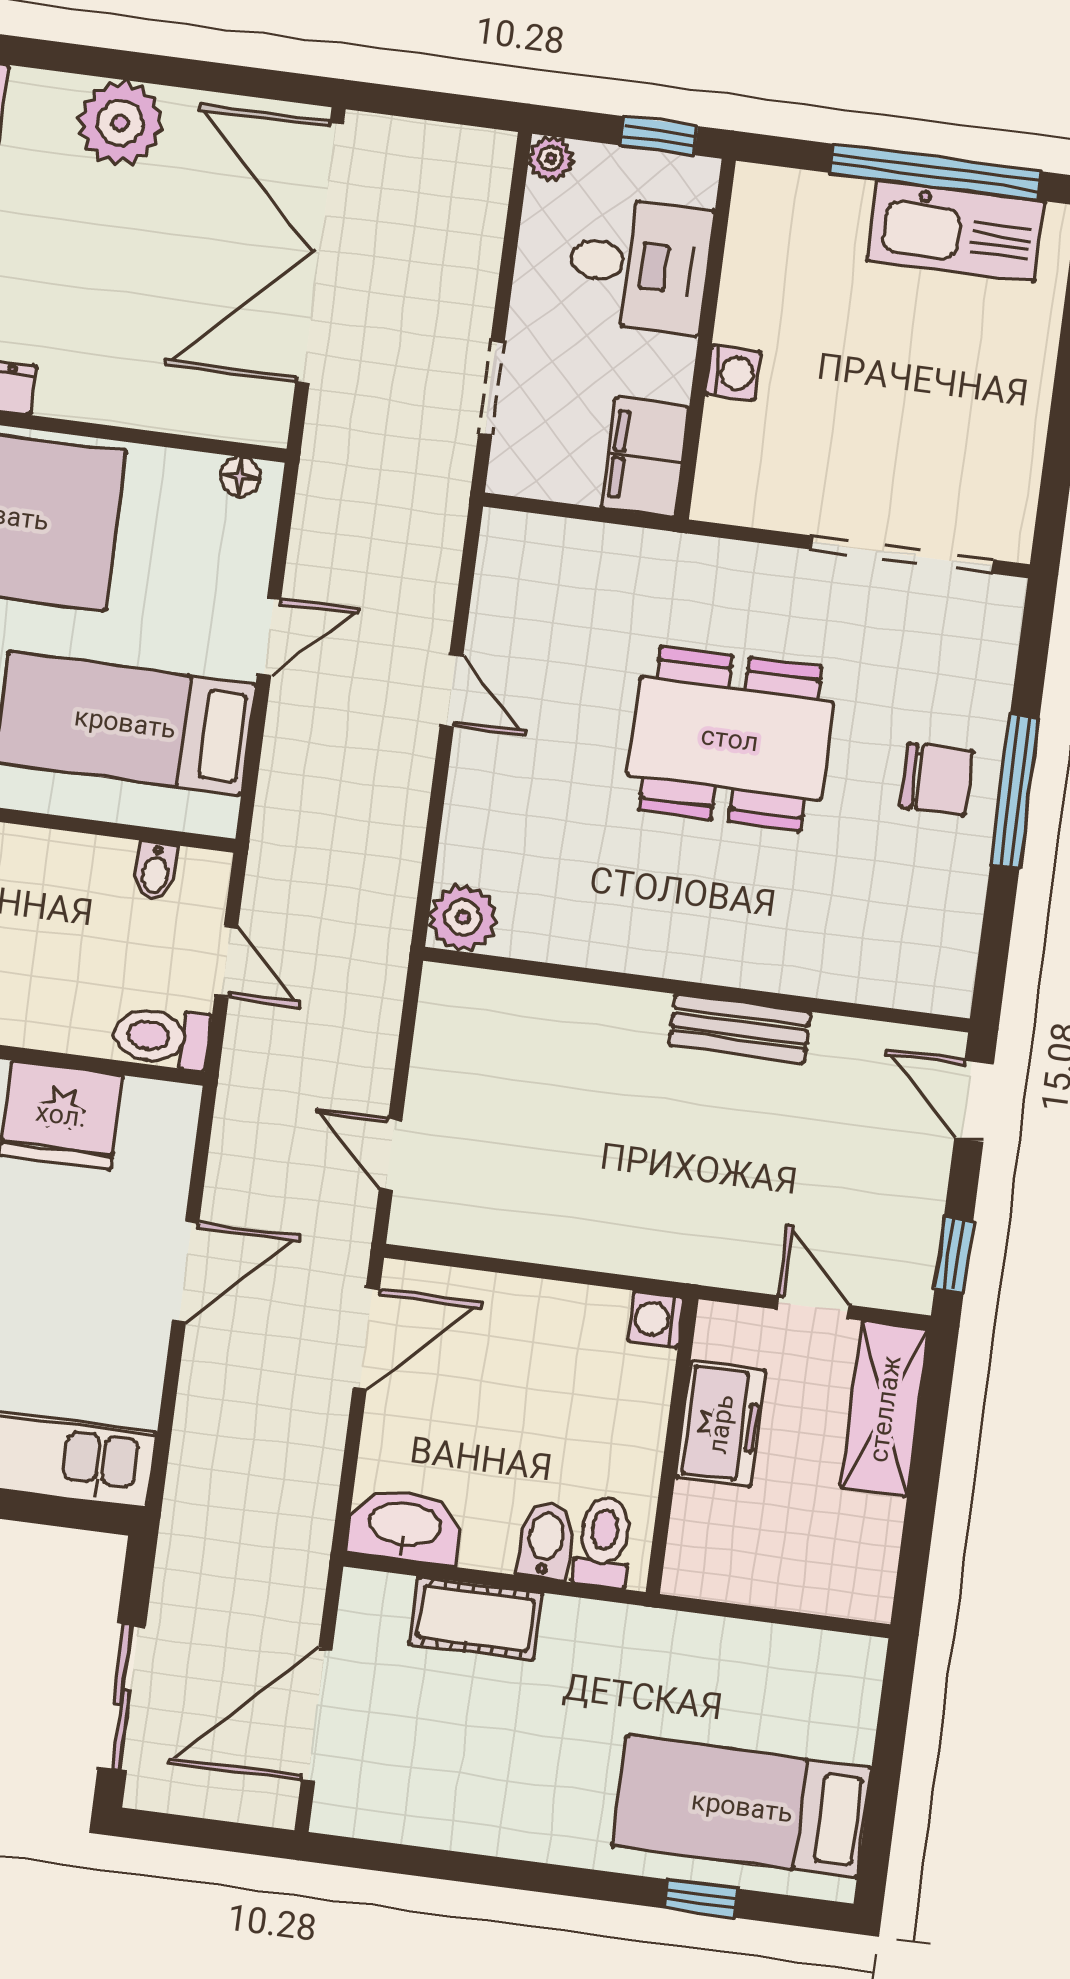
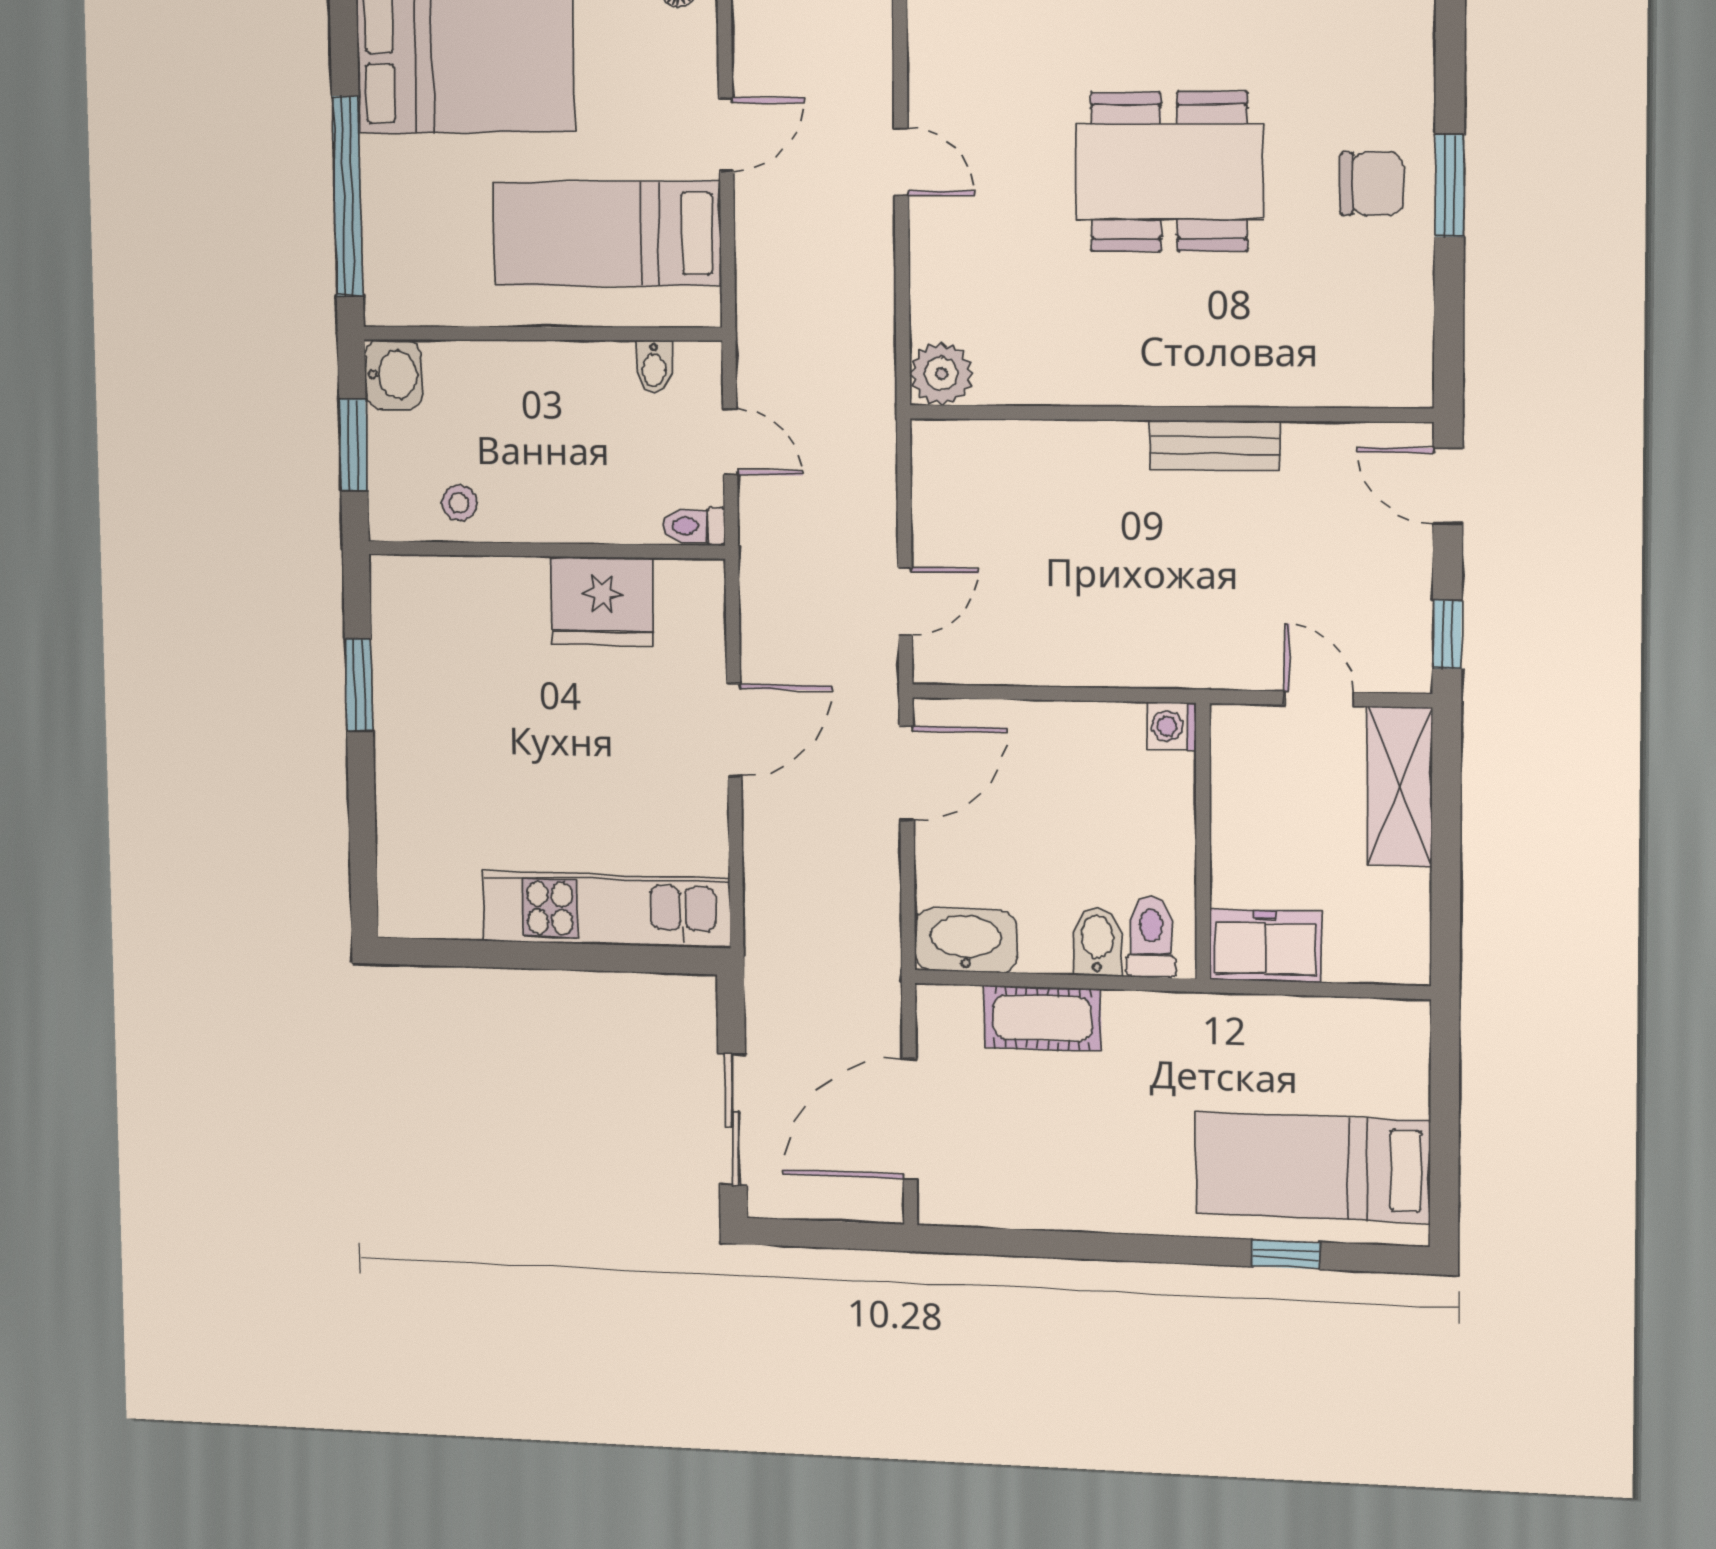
window: (1015, 791) -> (1449, 185), width x0.69
toilet: (162, 1037) -> (694, 526), width x0.73, depth x0.72
door: (391, 1154) -> (905, 601), swing flipped
freezer: (721, 1424) -> (1265, 946), moved, turned -90

